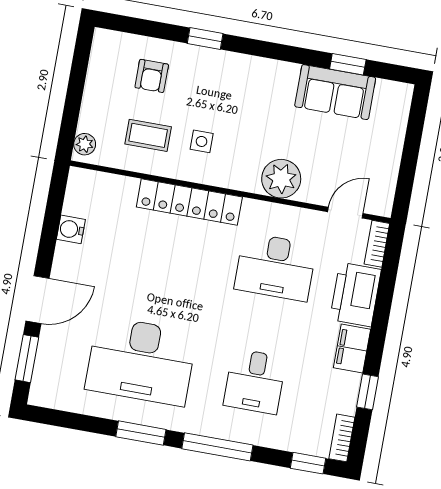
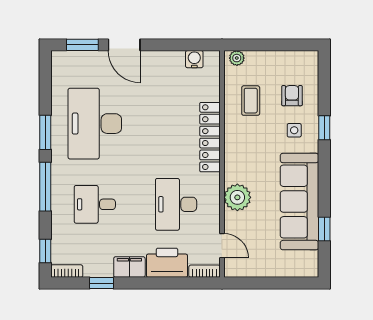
armchair: (152, 76) -> (292, 96), turned 90
sofa: (335, 92) -> (299, 202), width x1.85, depth x1.27
side table: (202, 141) -> (294, 130), moved
water cooler: (71, 229) -> (194, 59), moved

